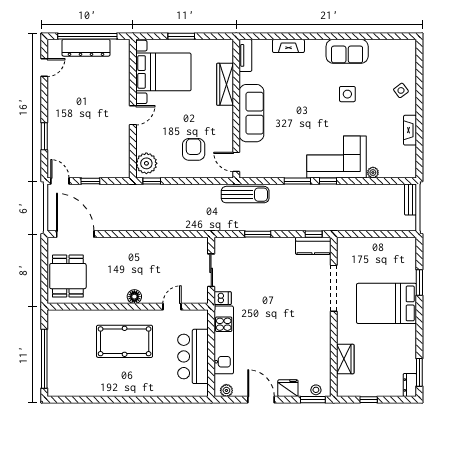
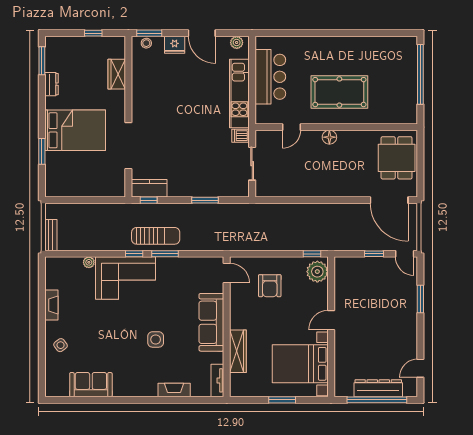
sofa: (347, 51) -> (91, 385), moved
side table: (347, 94) -> (156, 339), moved
sun lounger: (245, 195) -> (156, 236), moved, turned 180
dresser: (410, 385) -> (52, 84), moved

